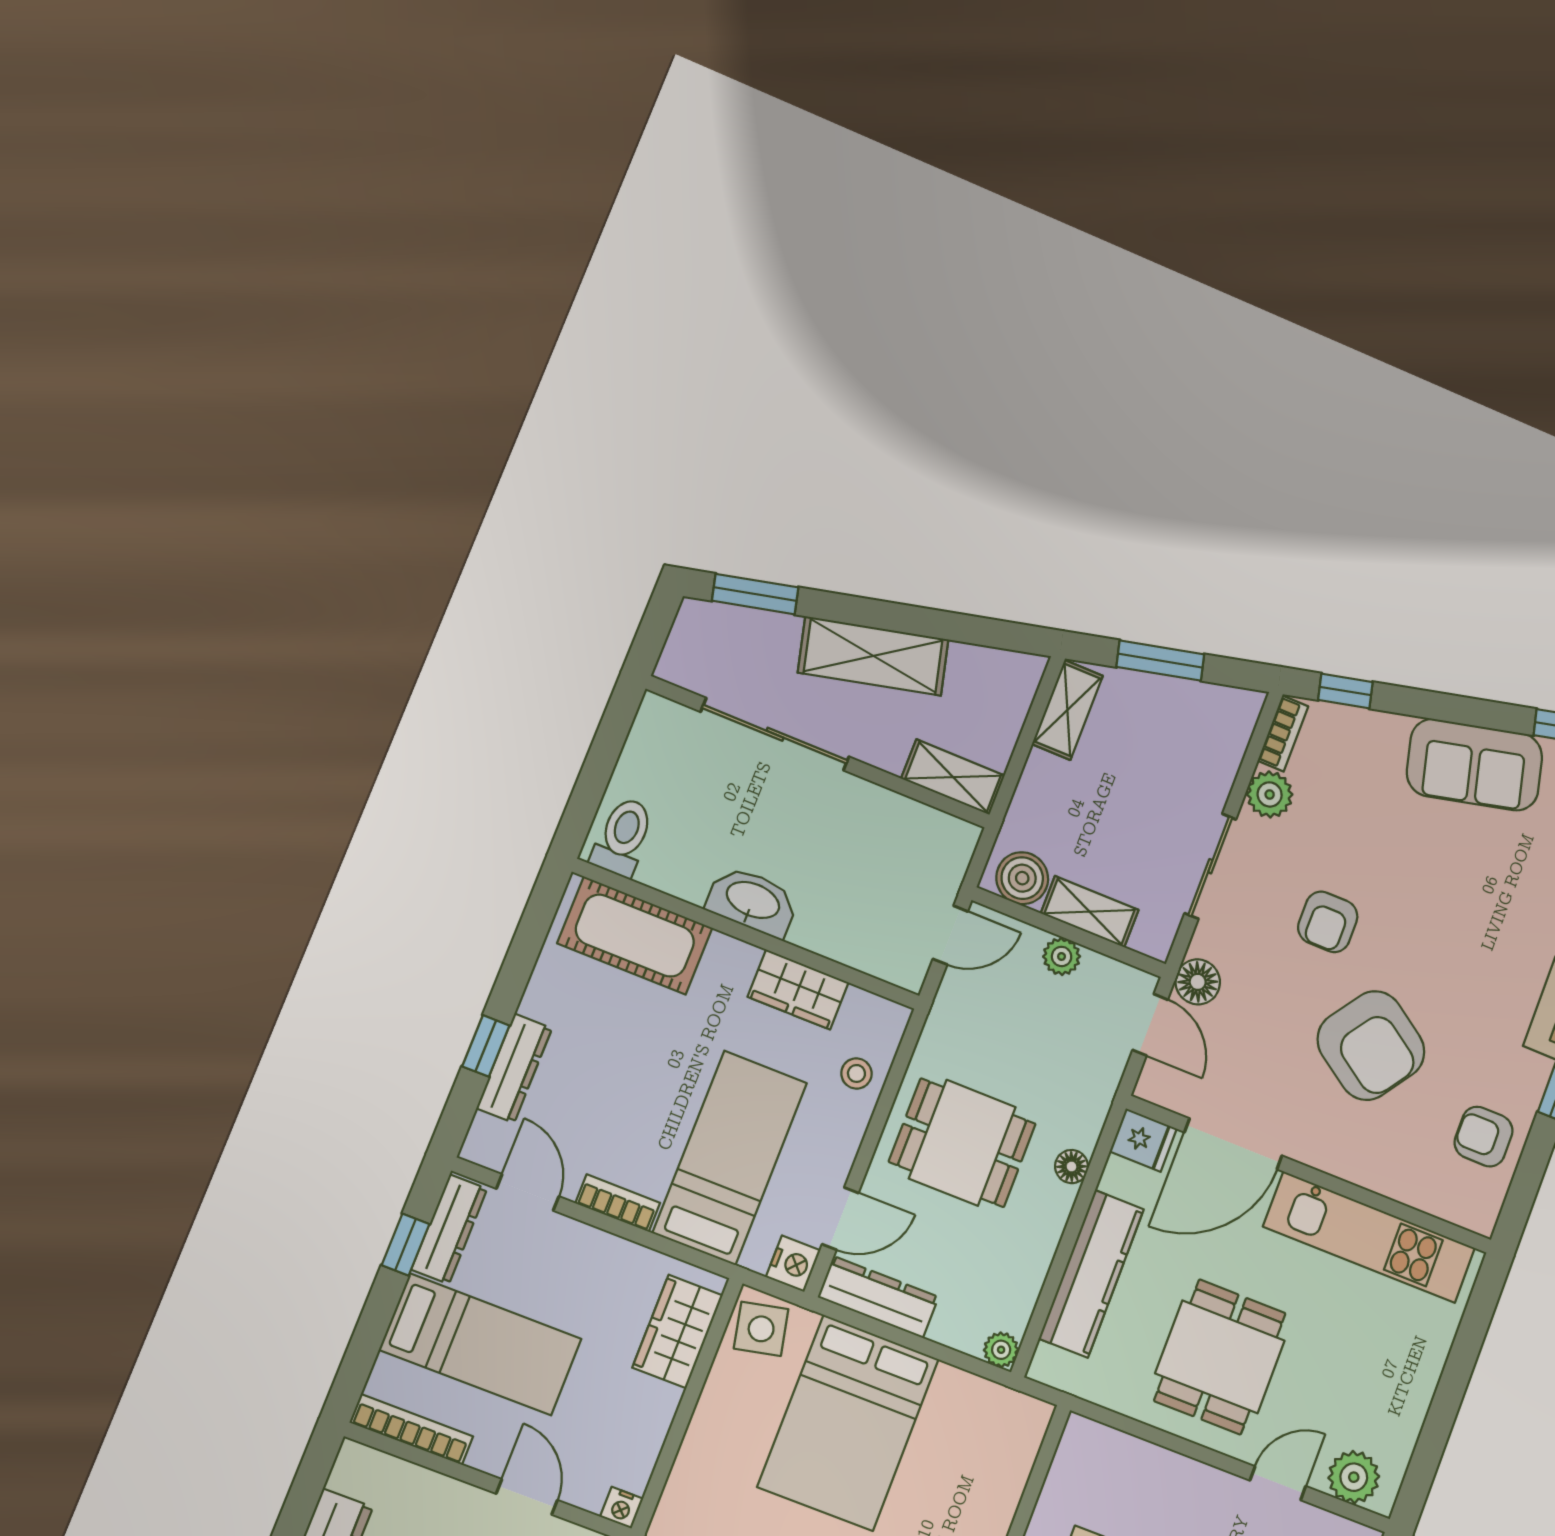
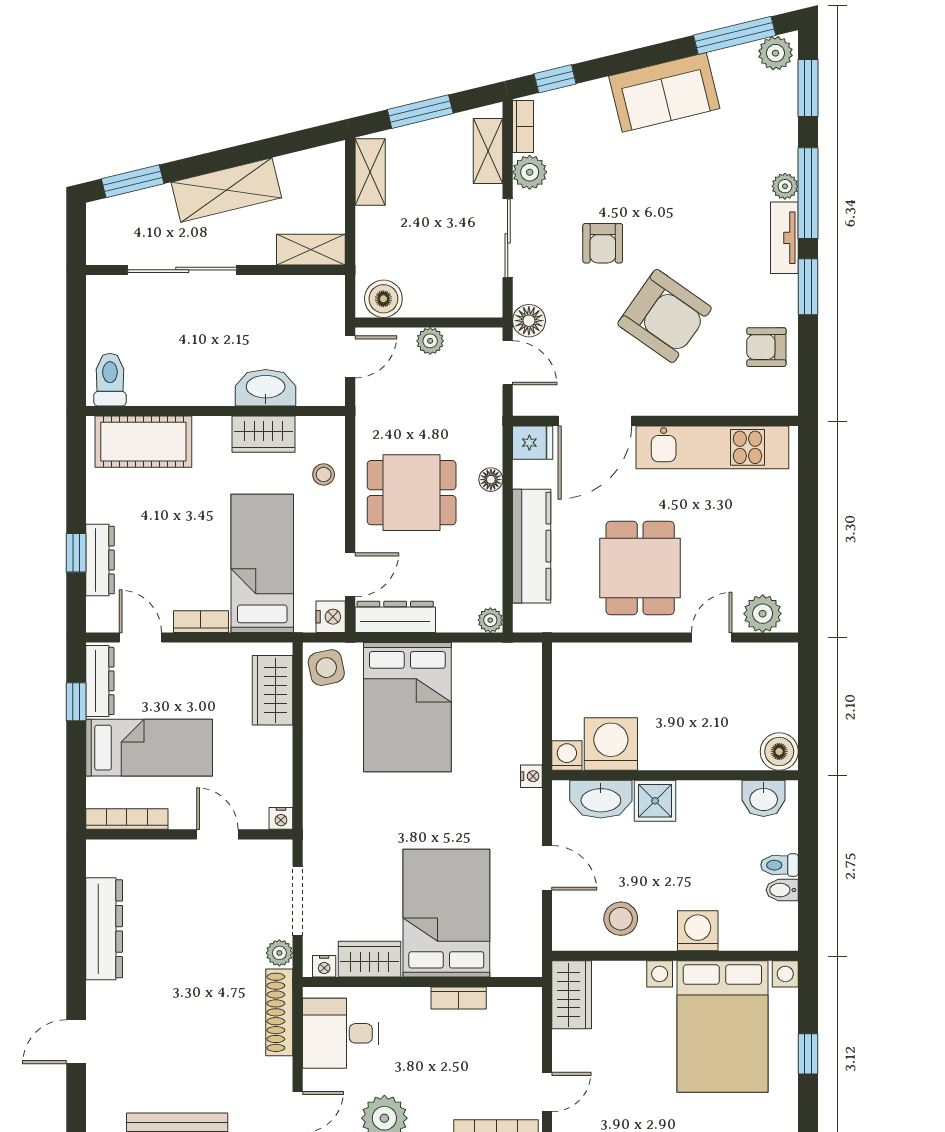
washbasin: (752, 901) -> (266, 388), moved
shelving: (1090, 912) -> (488, 151), moved, turned 90

